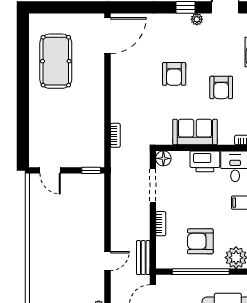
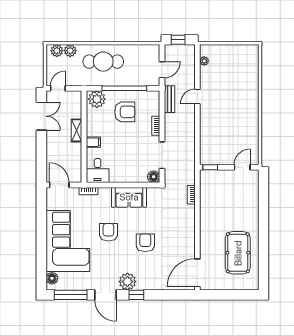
plant: (197, 19) -> (127, 282), width x1.87, depth x1.87
printer: (205, 161) -> (121, 174), removed
door: (50, 170) -> (242, 167), hinge flipped

